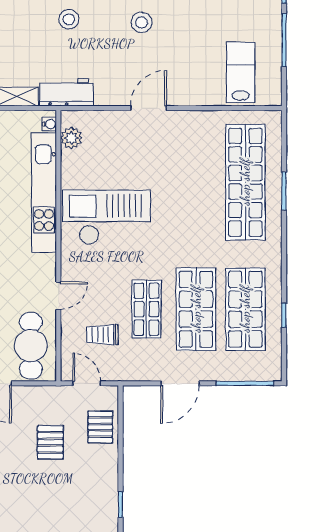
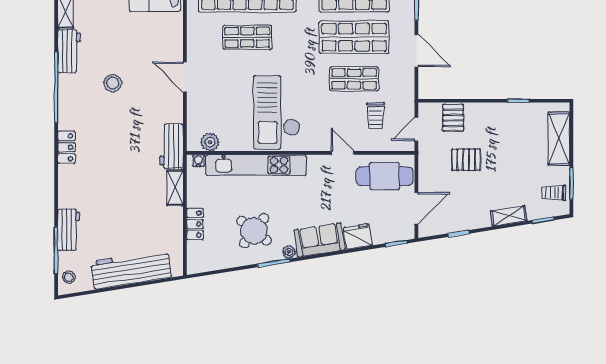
stool: (69, 19) -> (110, 144), removed
shop shelf: (196, 182) -> (247, 37), added
pallet: (100, 427) -> (453, 118), turned 90

